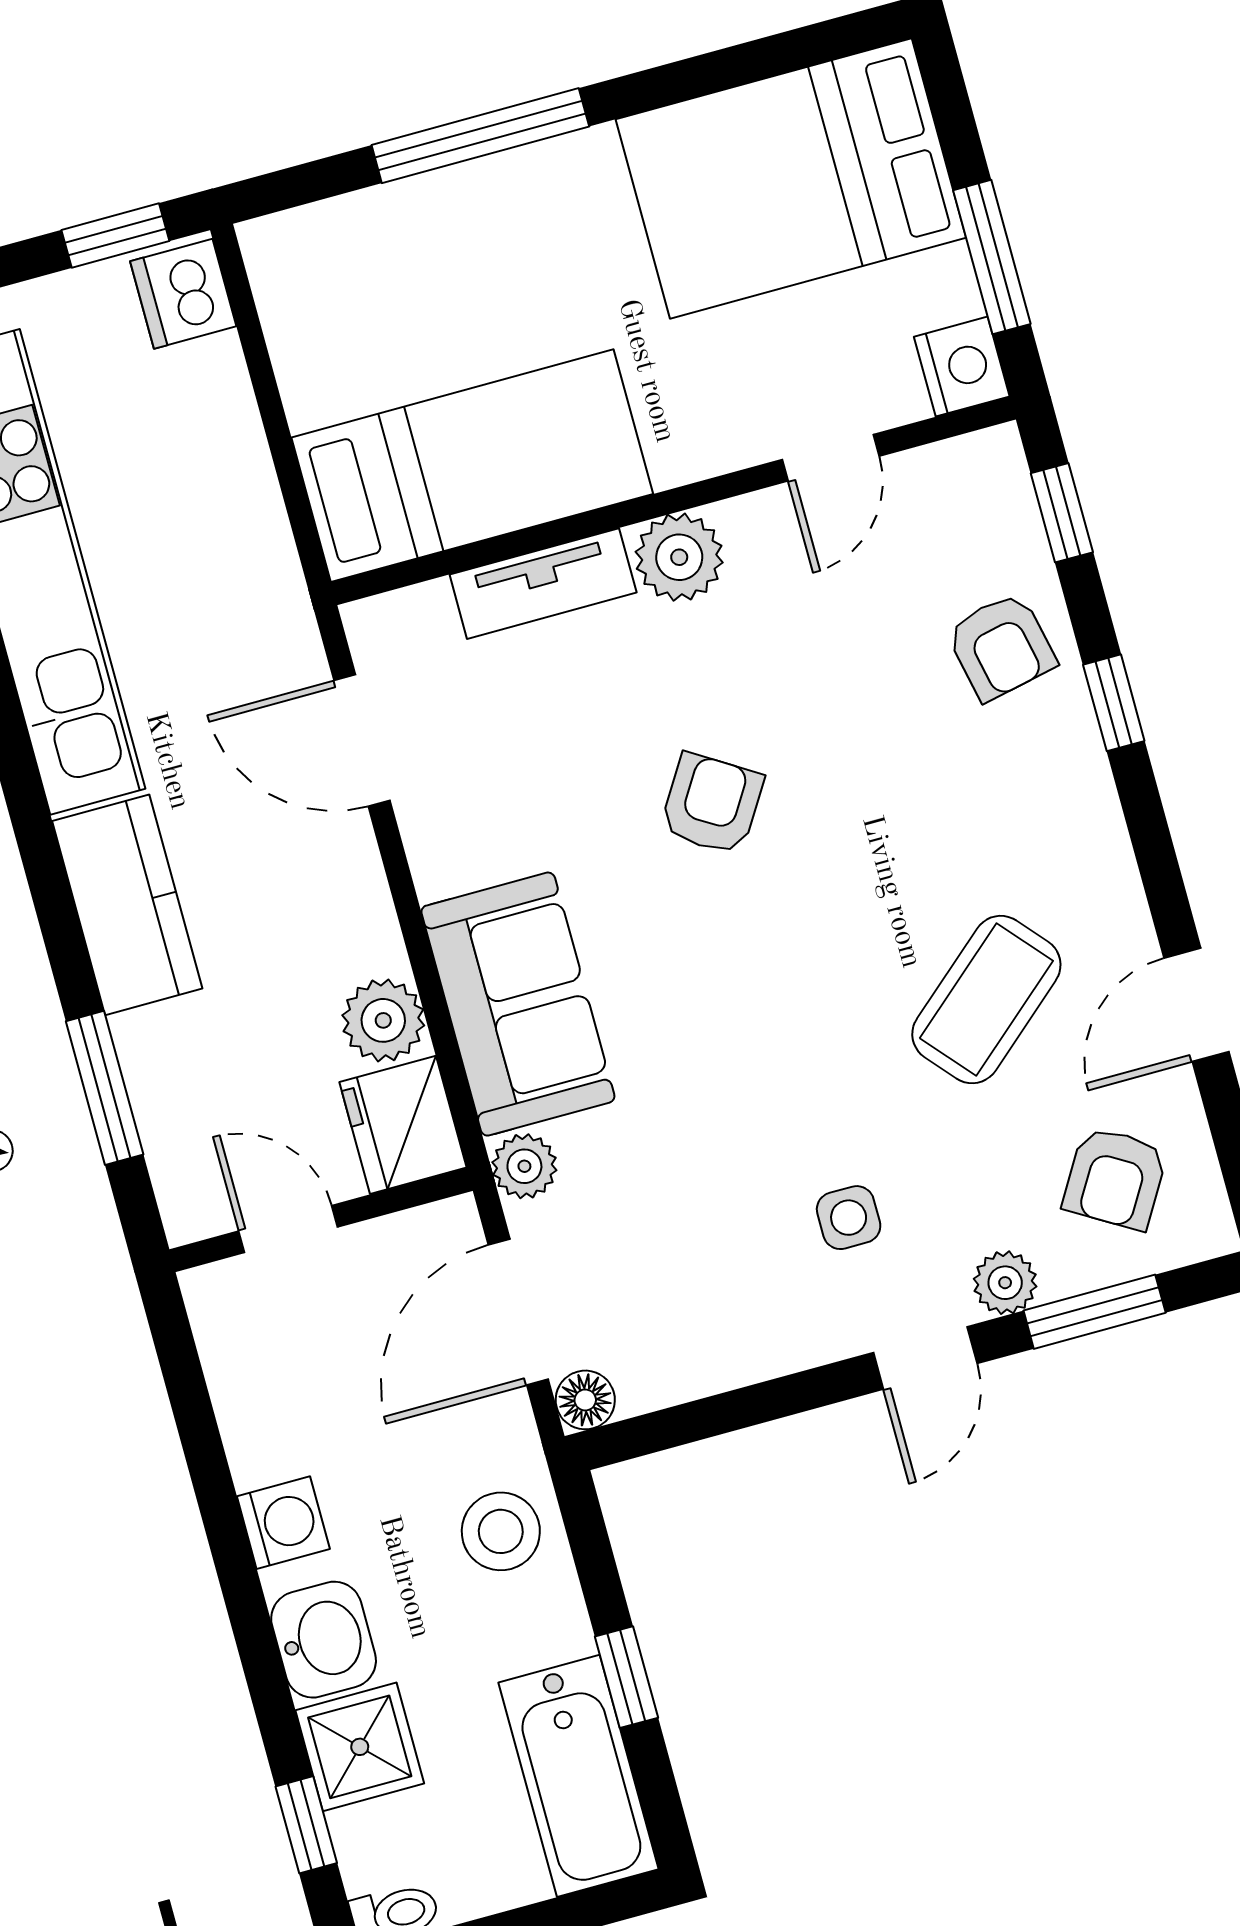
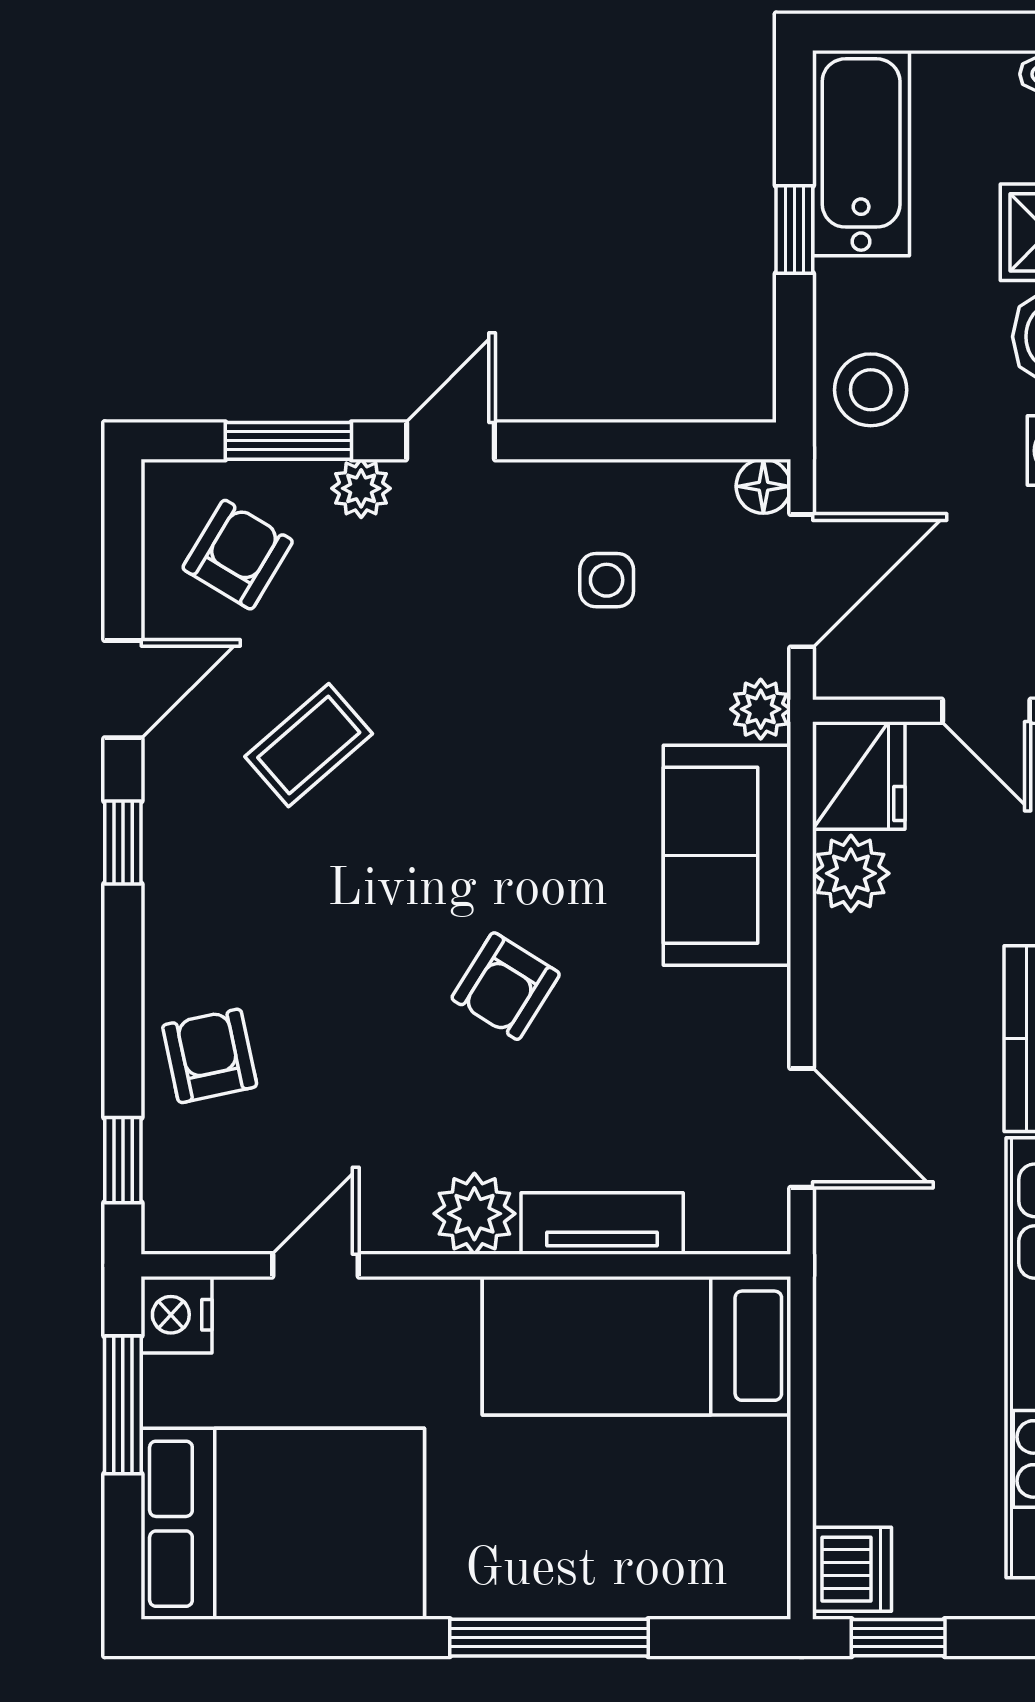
window: (1114, 703) -> (123, 843), moved
coffee table: (986, 1000) -> (309, 745), width x0.73, depth x0.77
side table: (849, 1218) -> (607, 580), moved

